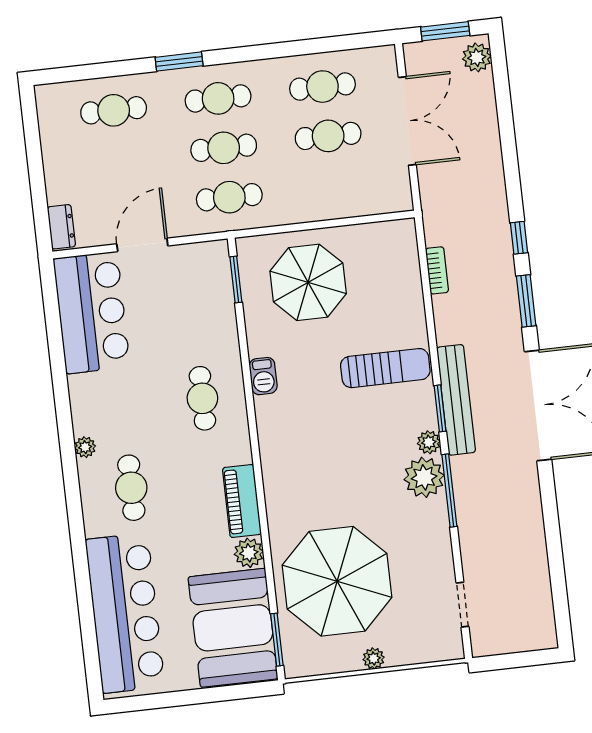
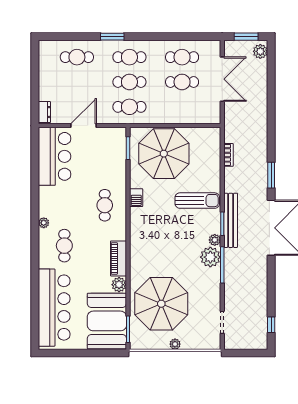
window: (519, 238) -> (271, 325), moved
parasol: (308, 282) -> (164, 154), width x1.36, depth x1.36

